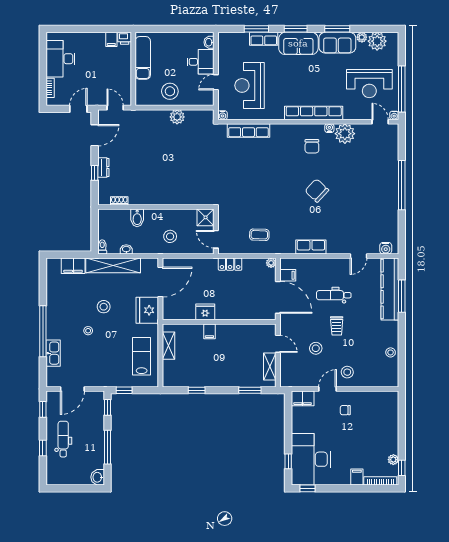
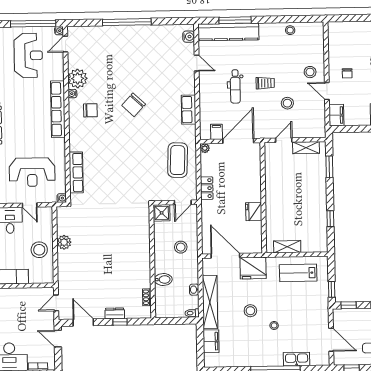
coffee table: (259, 235) -> (178, 160), width x1.86, depth x1.72
filing cabinet: (209, 331) -> (273, 207), removed

